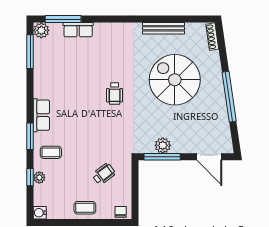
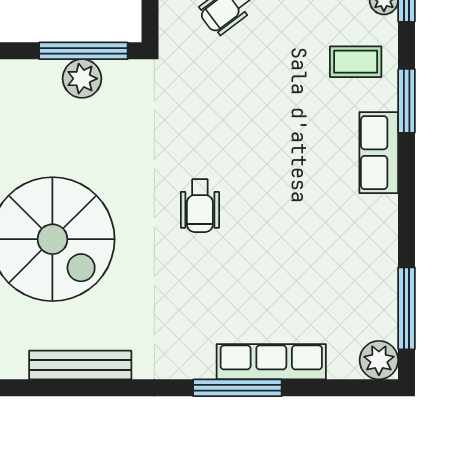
window: (63, 19) -> (237, 388), moved
row of seats: (78, 30) -> (271, 362), width x1.48
wheelchair: (115, 94) -> (200, 206), turned 180

